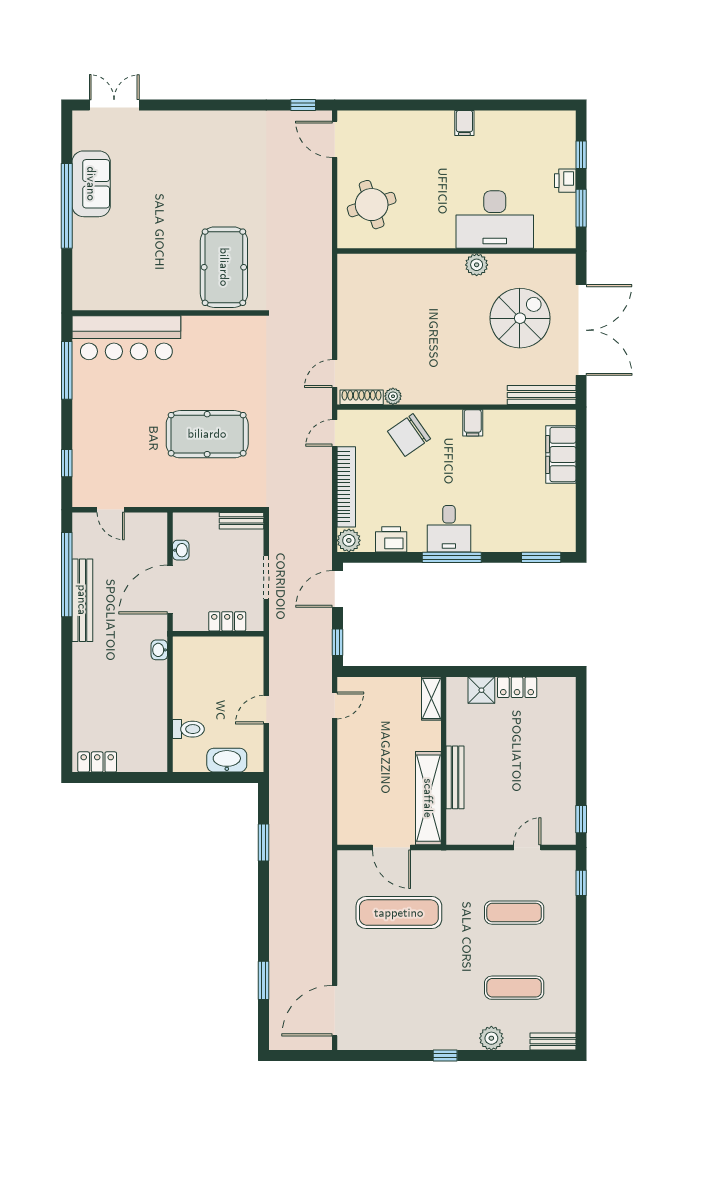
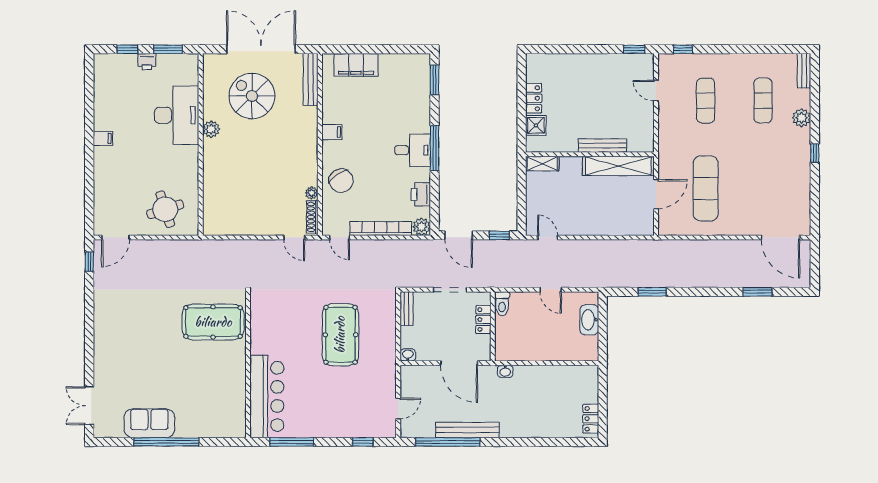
washbasin: (181, 550) -> (408, 355), moved
toilet: (188, 729) -> (502, 304), moved, turned 180

